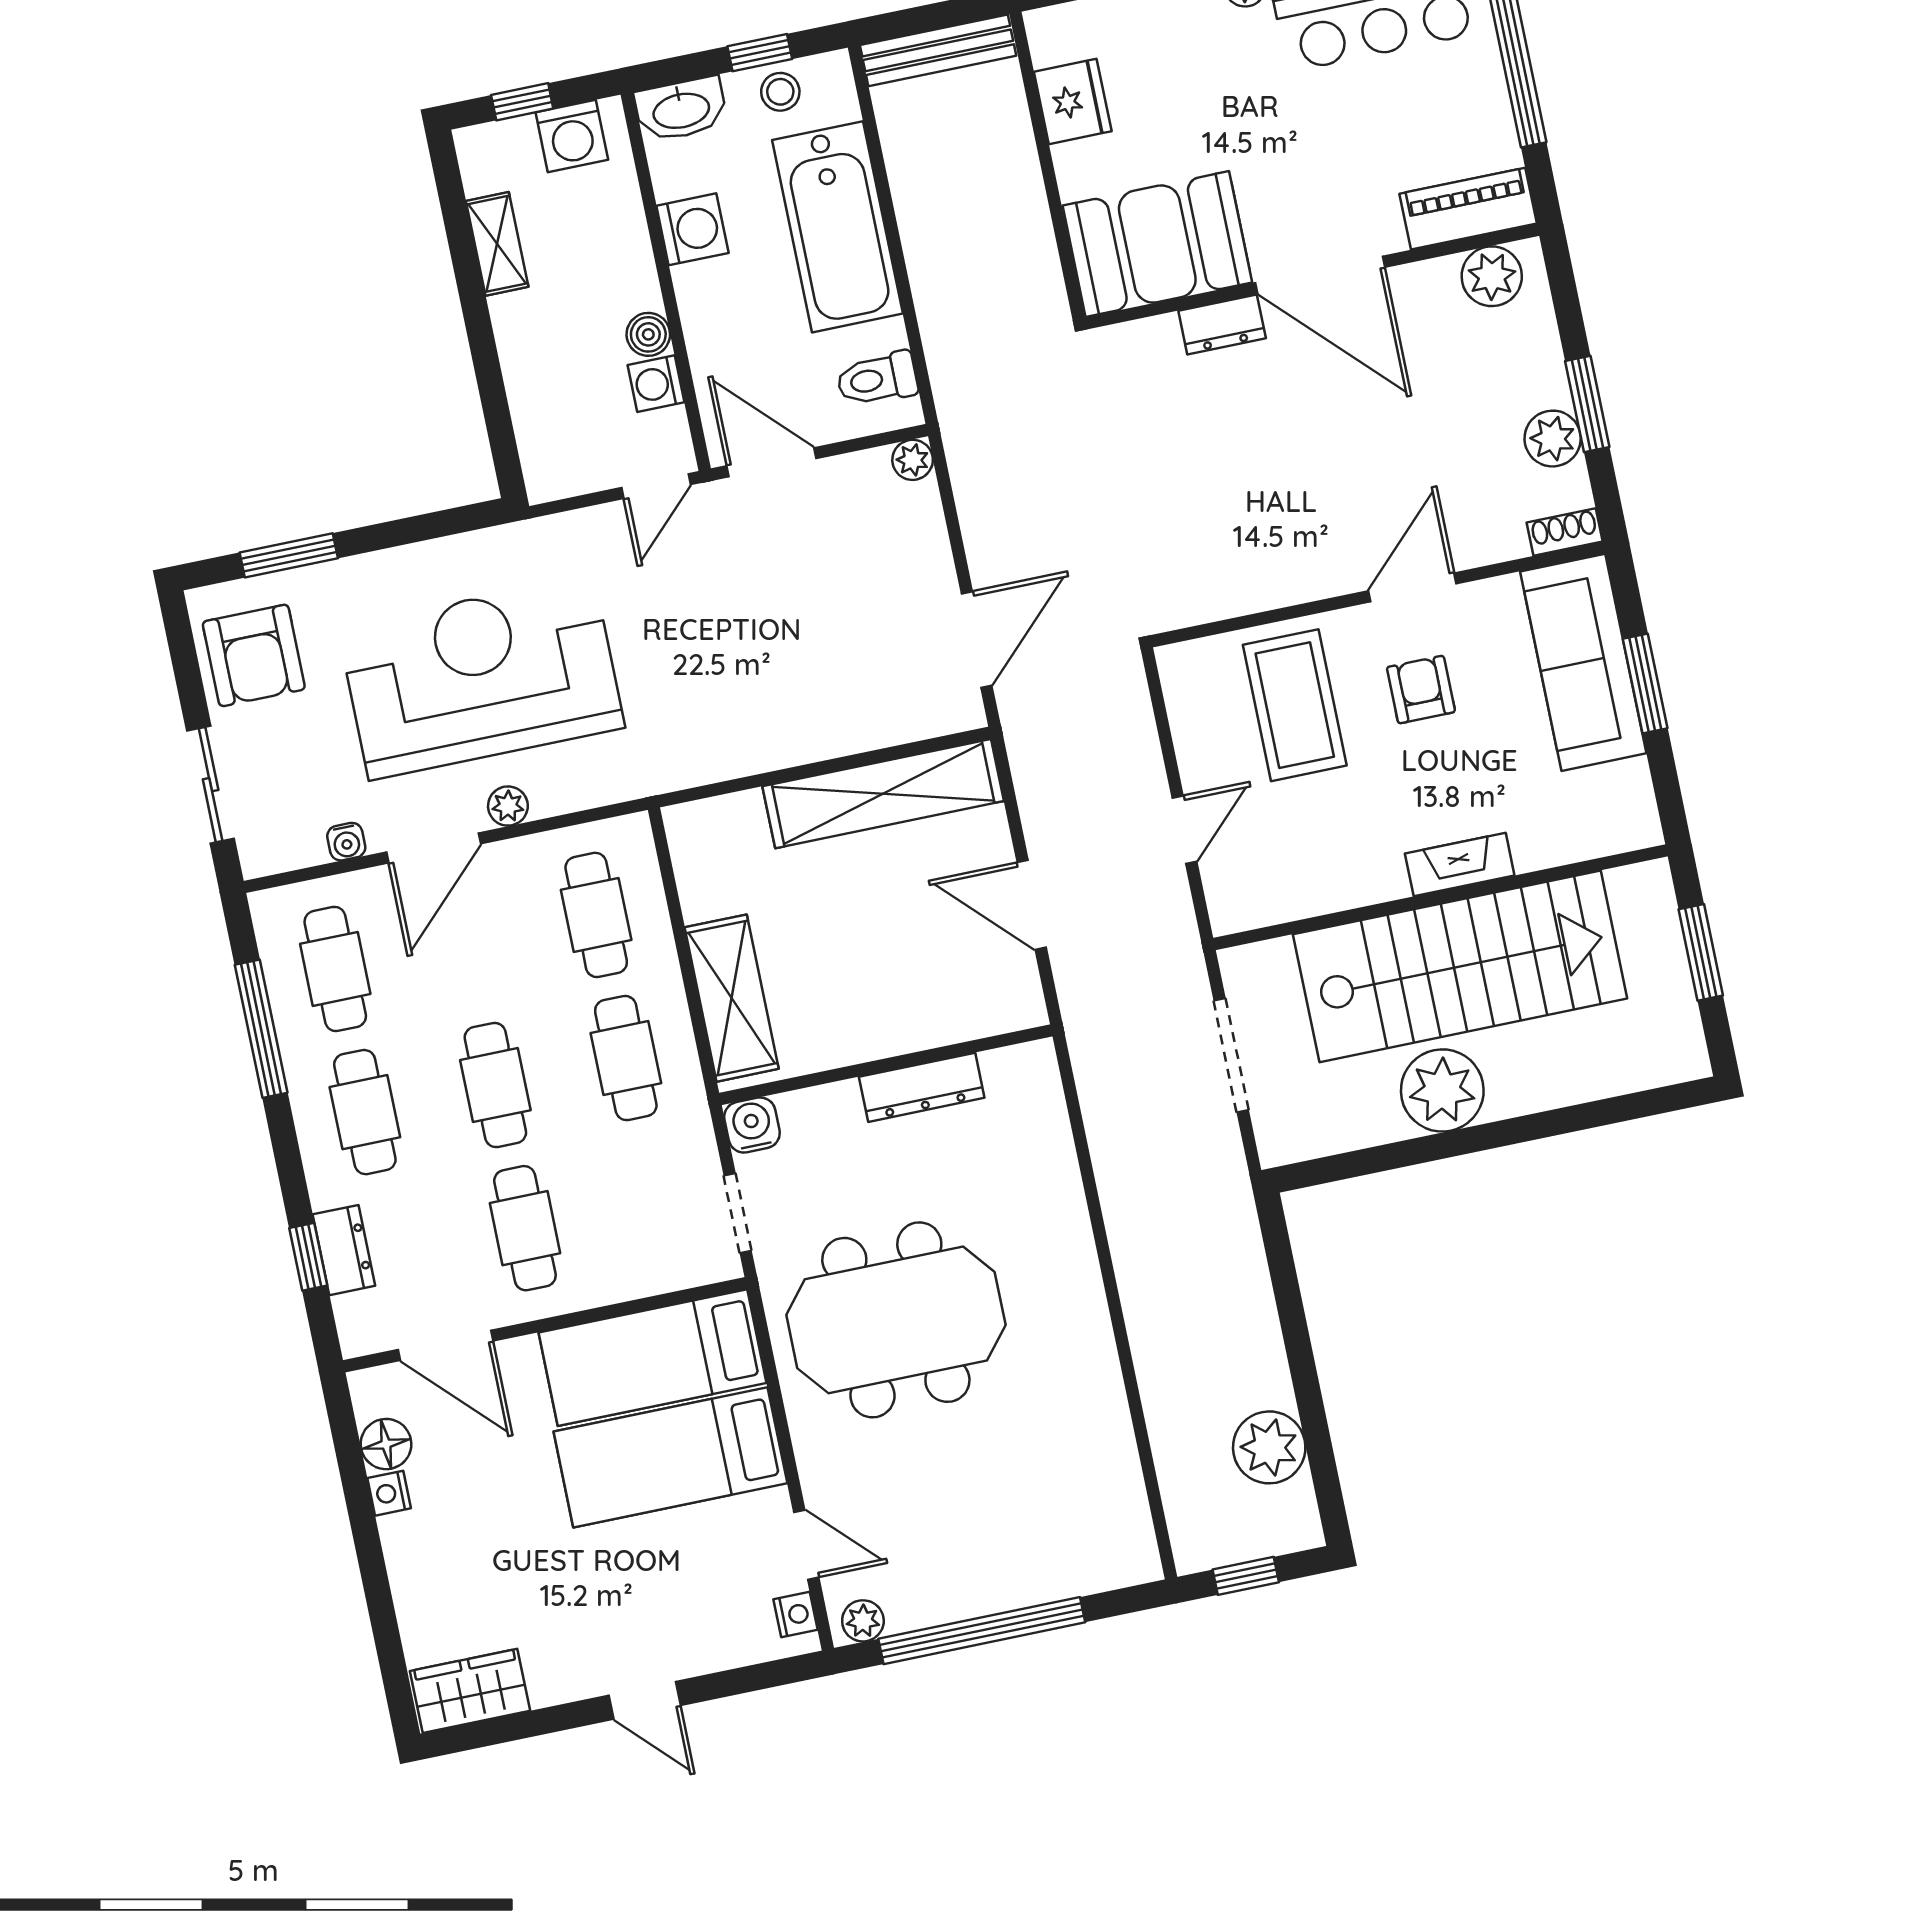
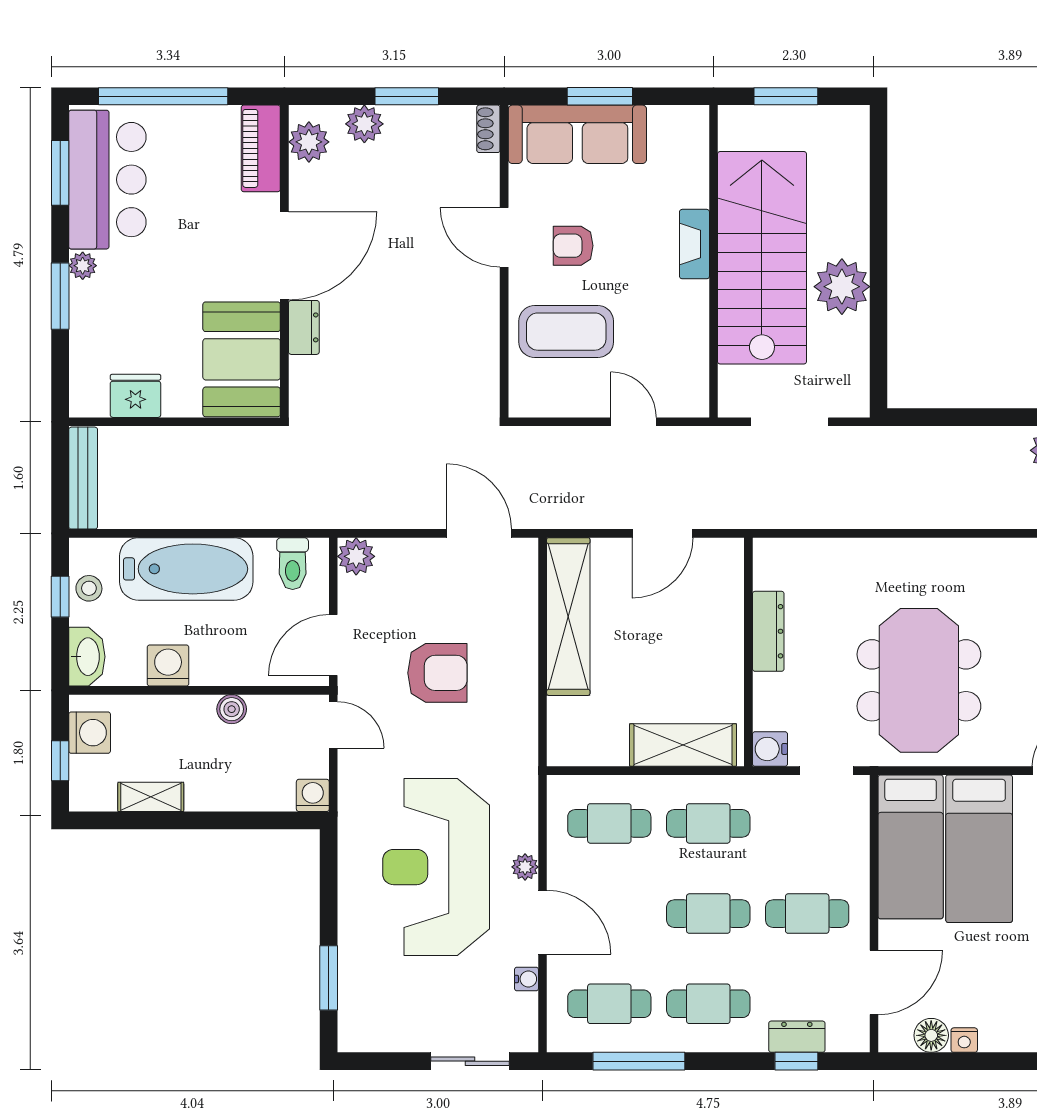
washing machine: (656, 384) -> (313, 795), moved, turned 180
plant: (1553, 439) -> (364, 124), moved
plant: (913, 460) -> (356, 556), width x1.38, depth x1.38
armchair: (254, 655) -> (437, 673), moved

